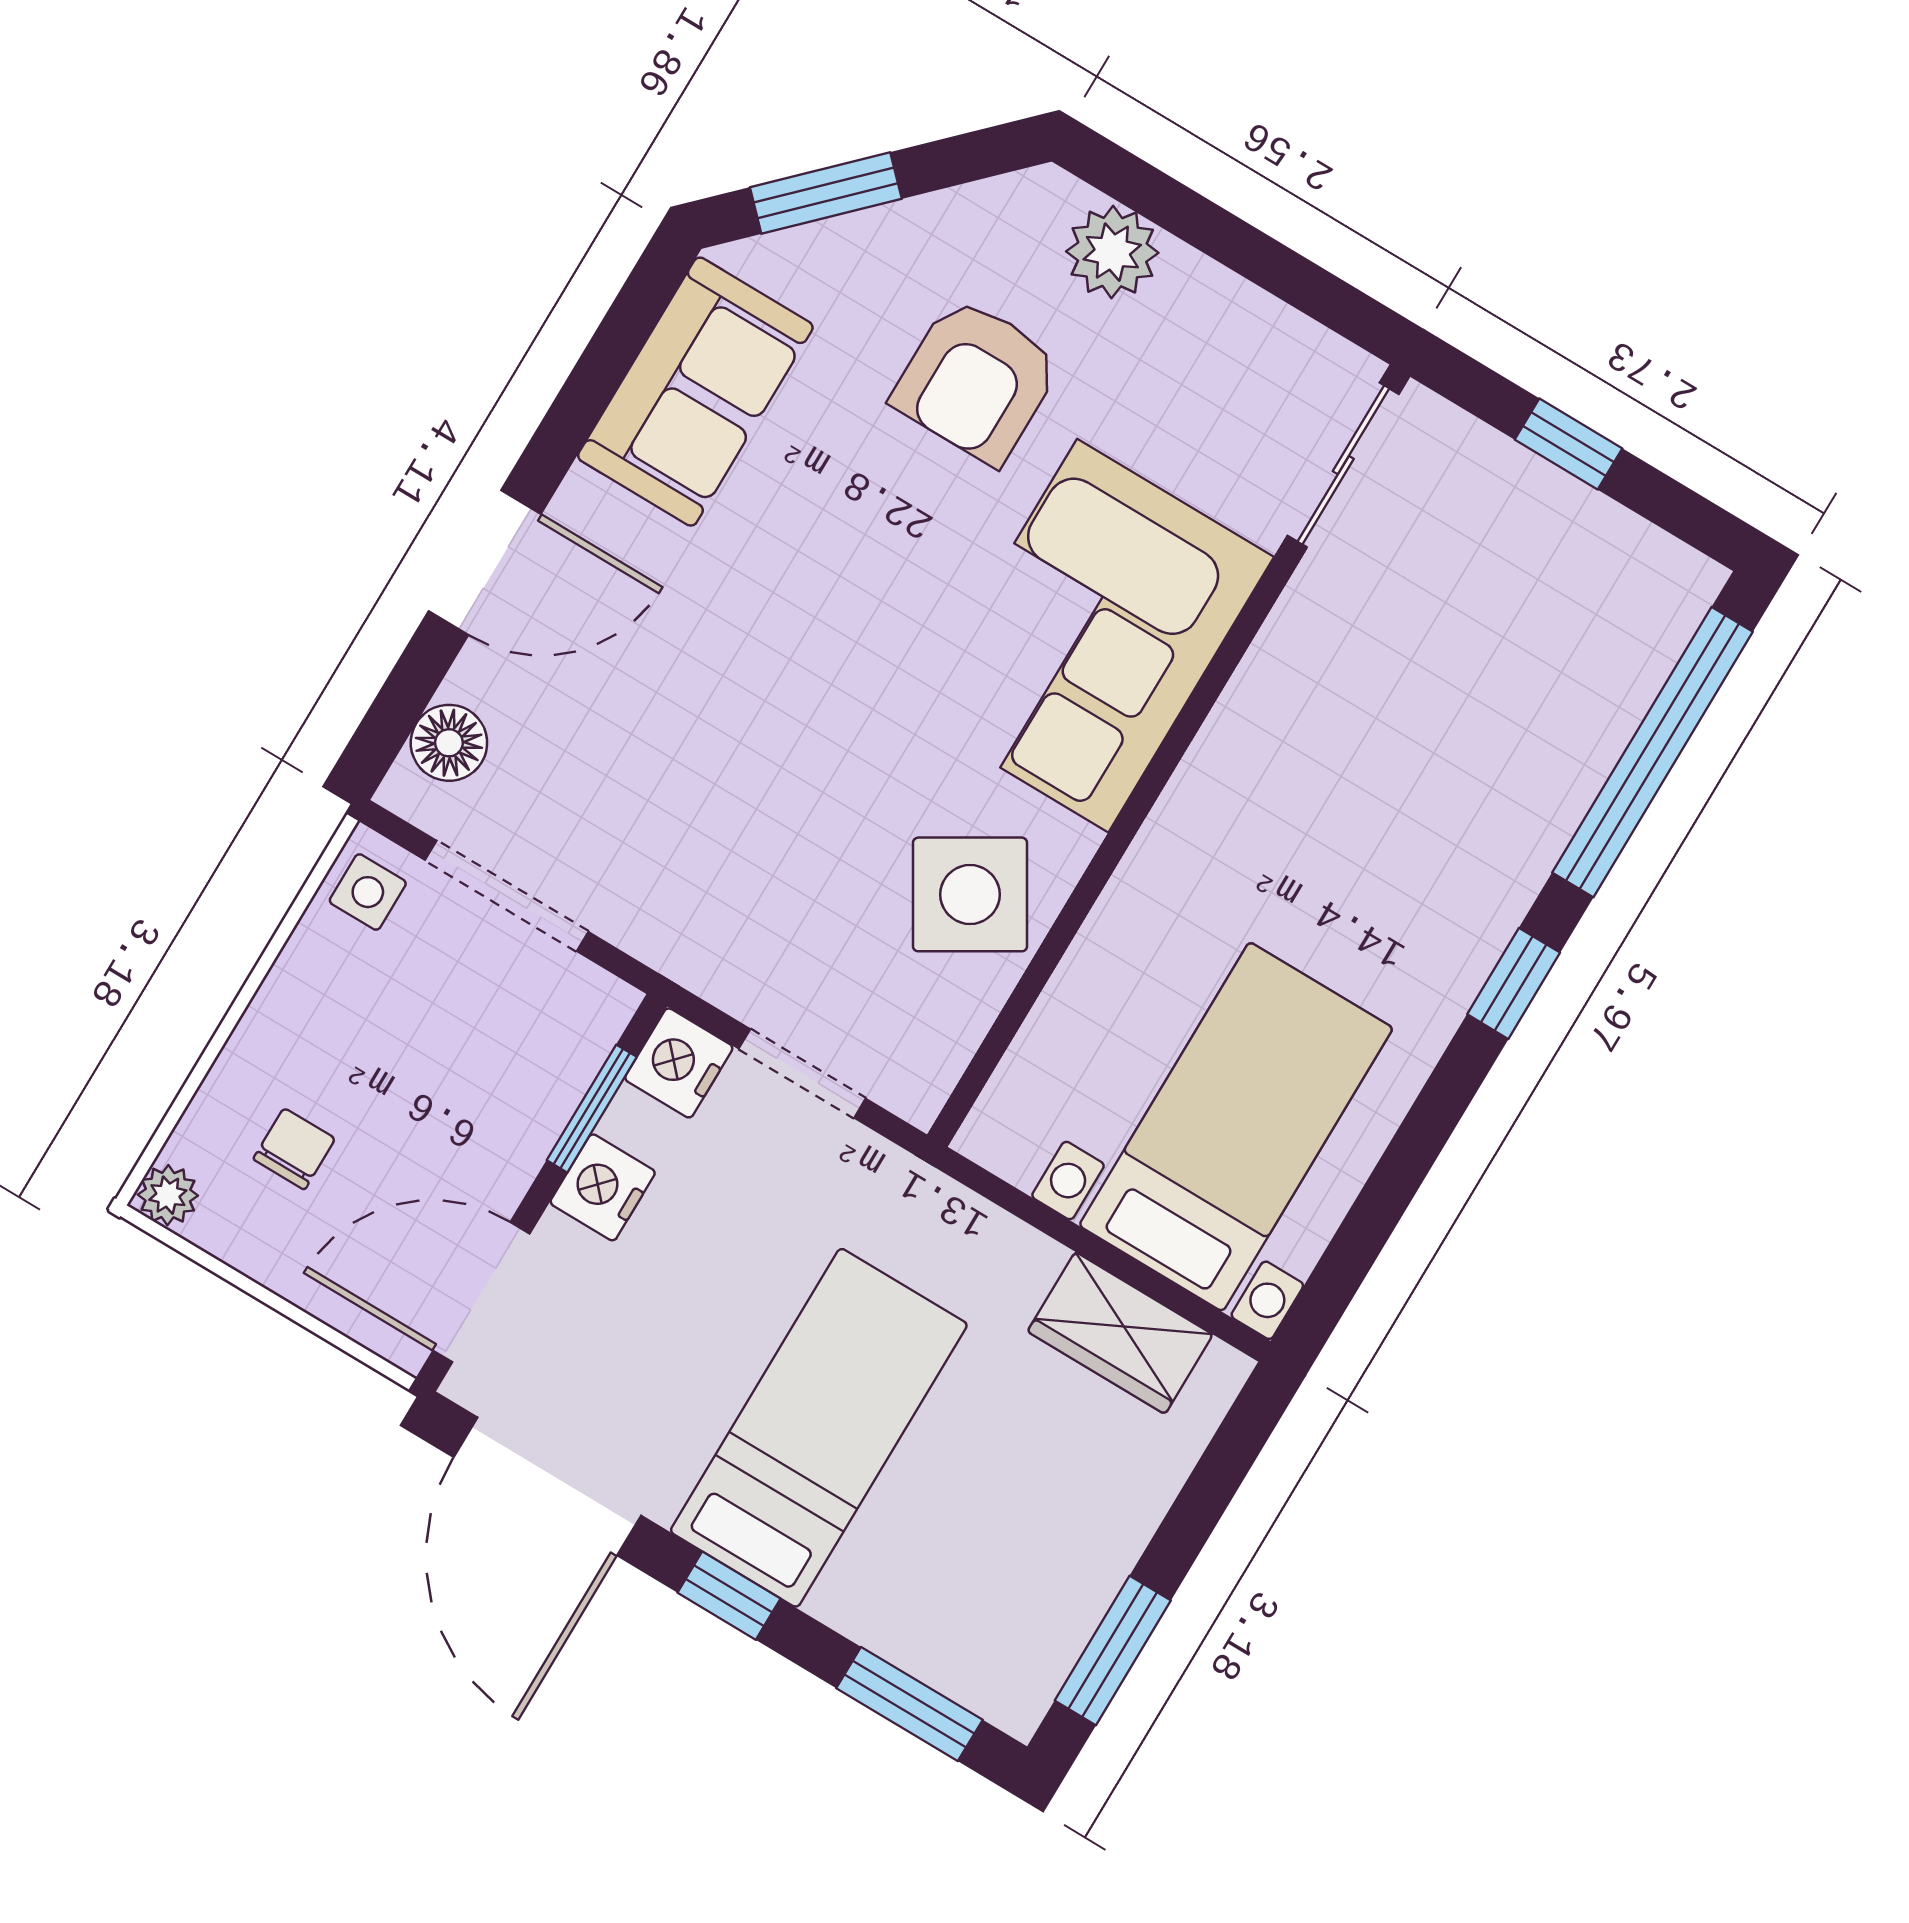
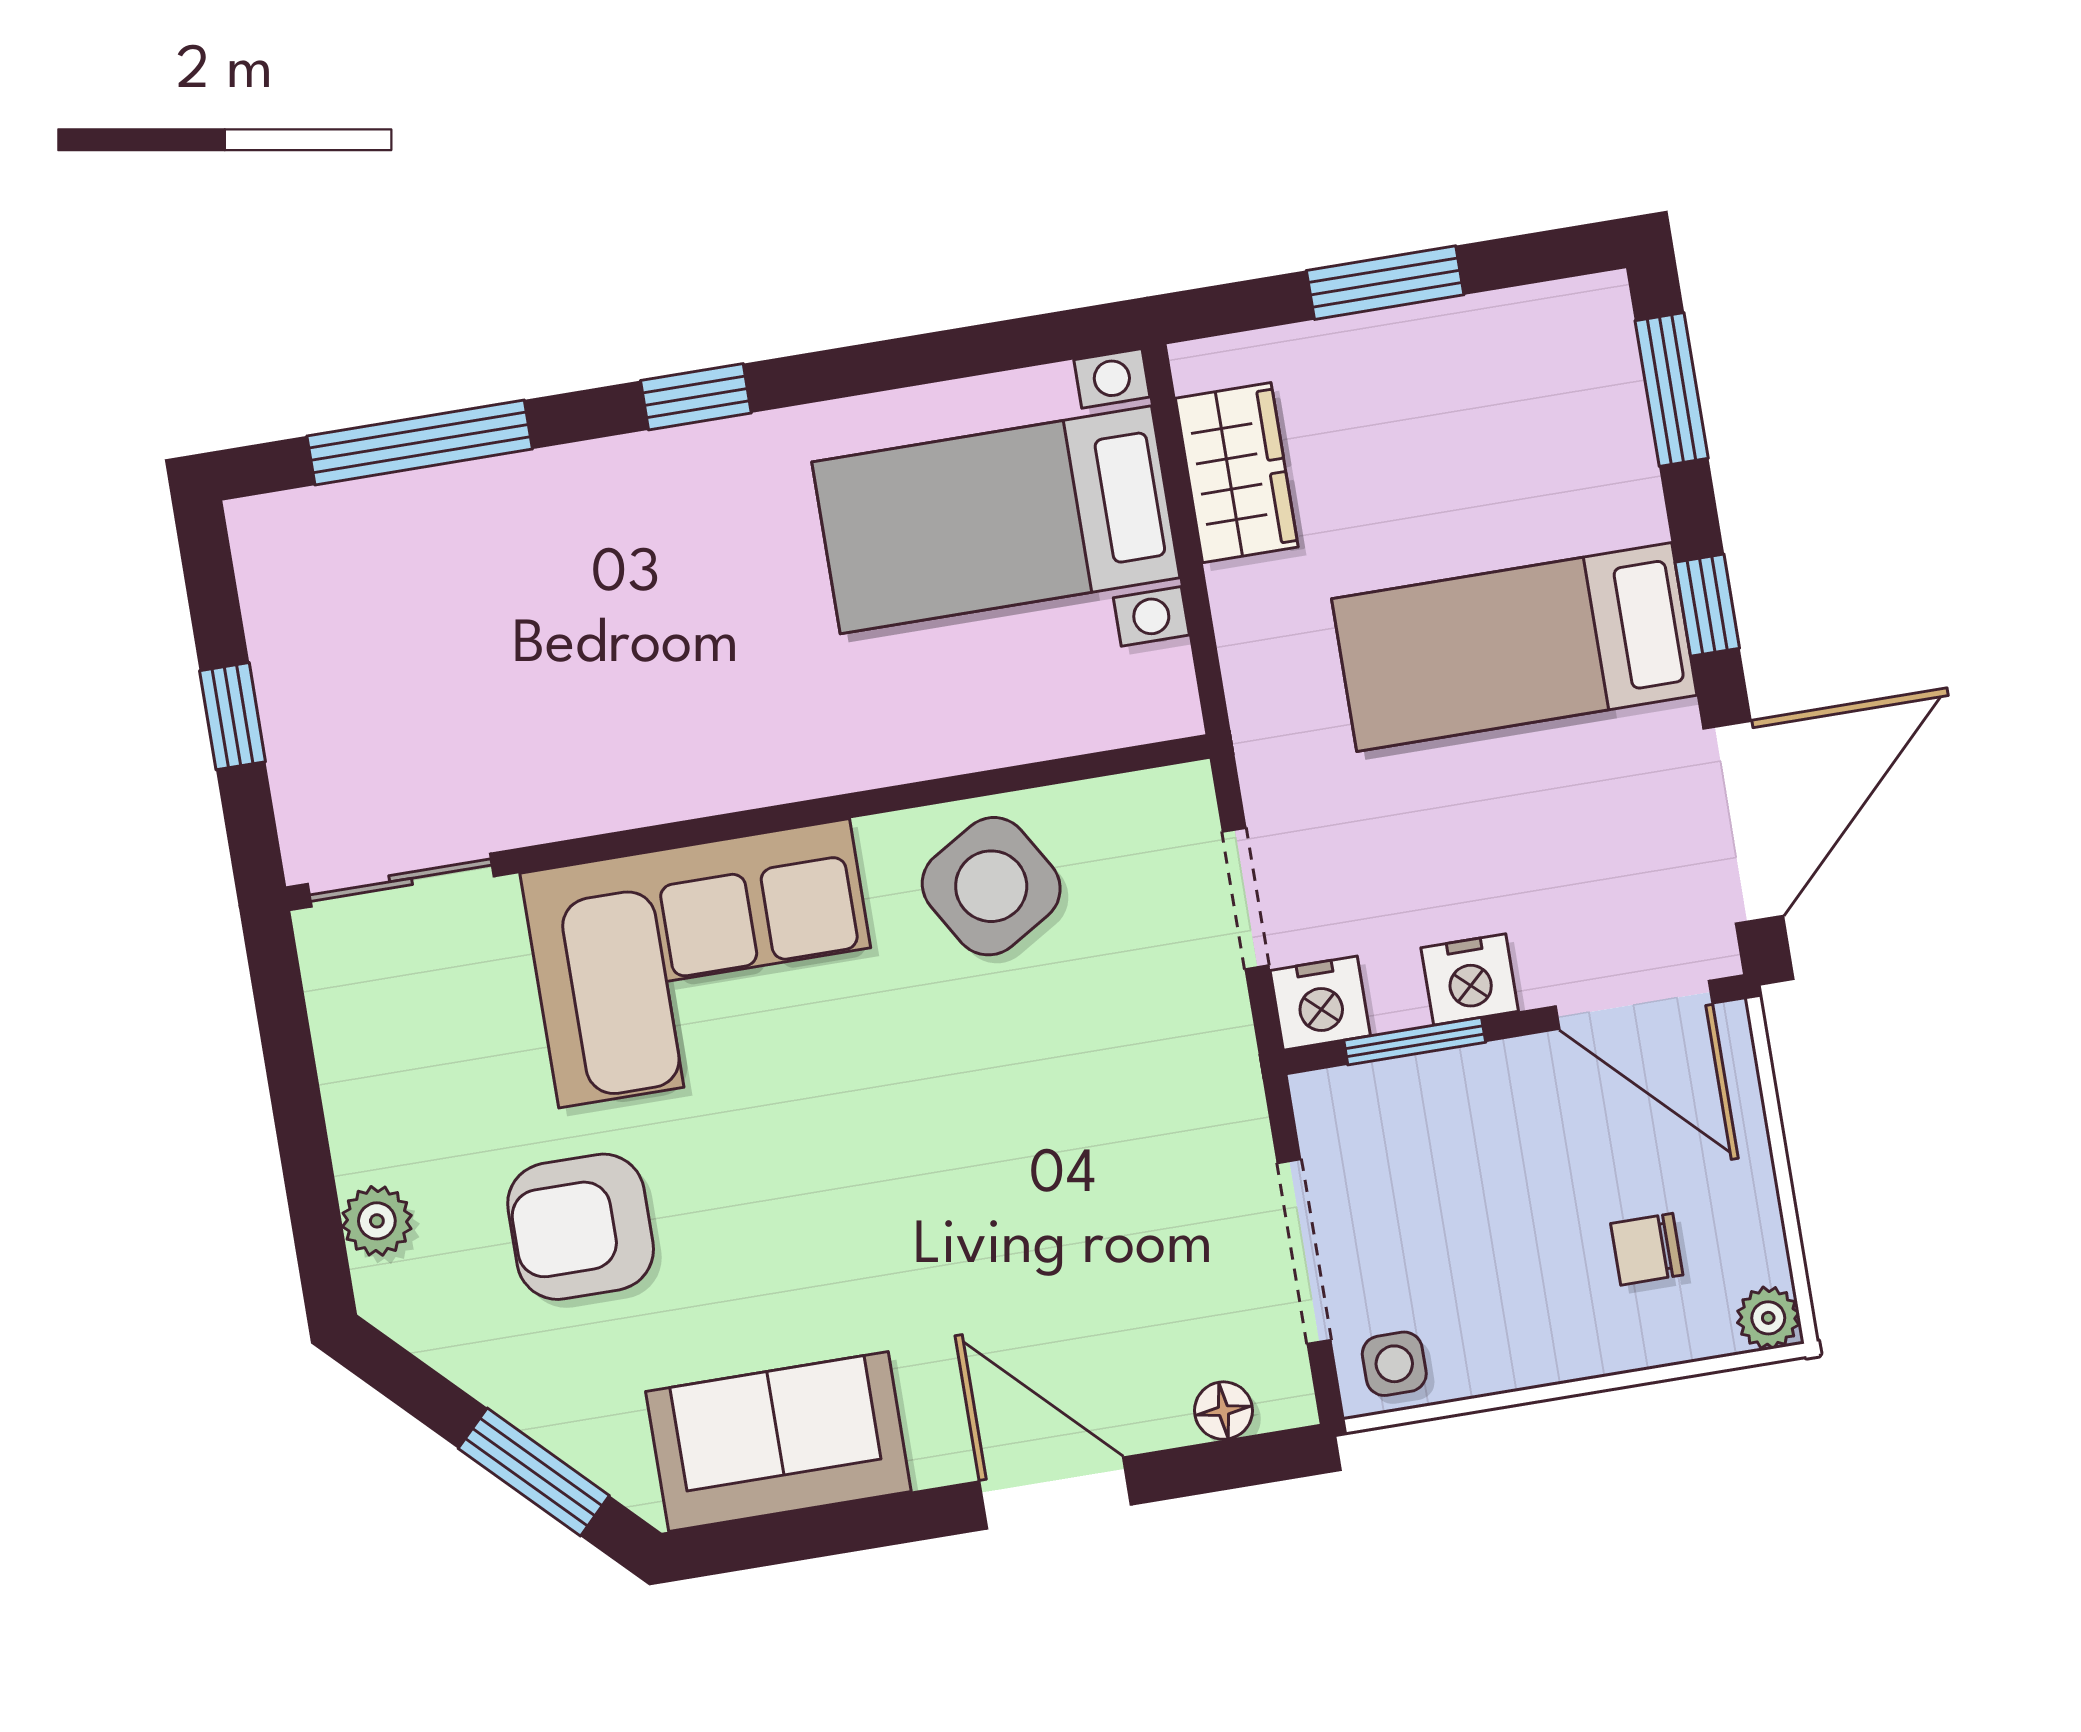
plant: (1112, 252) -> (377, 1221), width x0.73, depth x0.73
armchair: (977, 380) -> (581, 1227), turned 180
floor lamp: (449, 743) -> (1224, 1411), width x0.73, depth x0.73
window: (1653, 752) -> (420, 443), width x0.68
window: (1113, 1650) -> (1385, 283), moved

